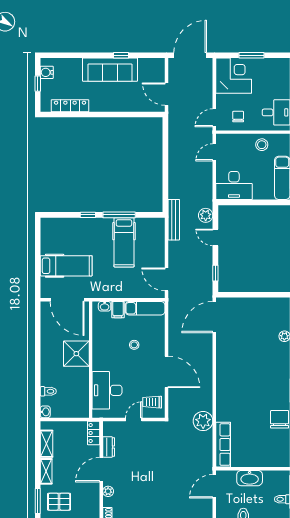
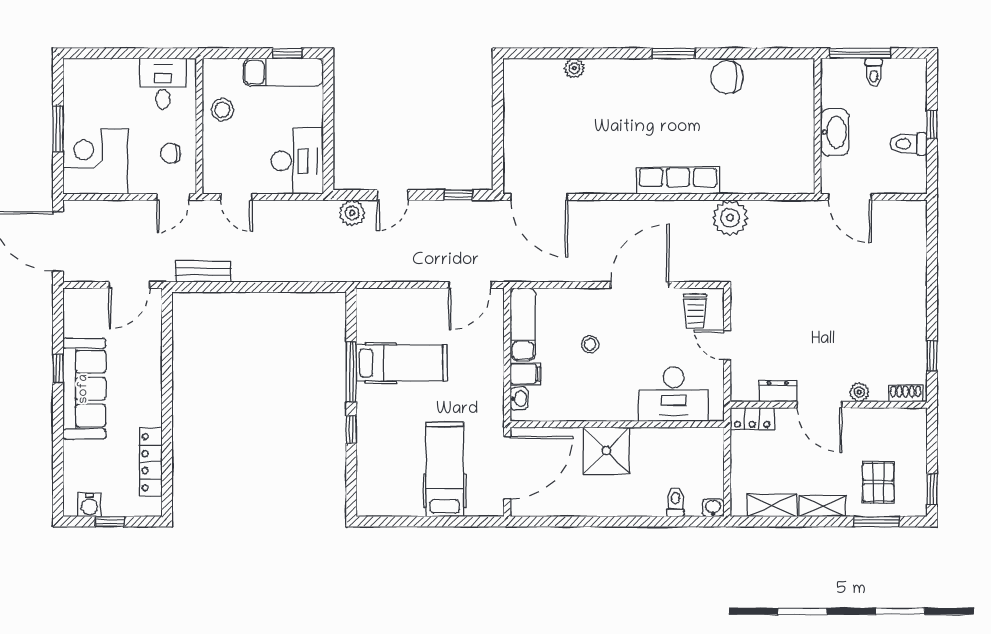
door: (214, 118) -> (173, 197), hinge flipped
bench: (174, 220) -> (203, 272), moved, width x0.73
row of seats: (223, 445) -> (678, 181), moved

